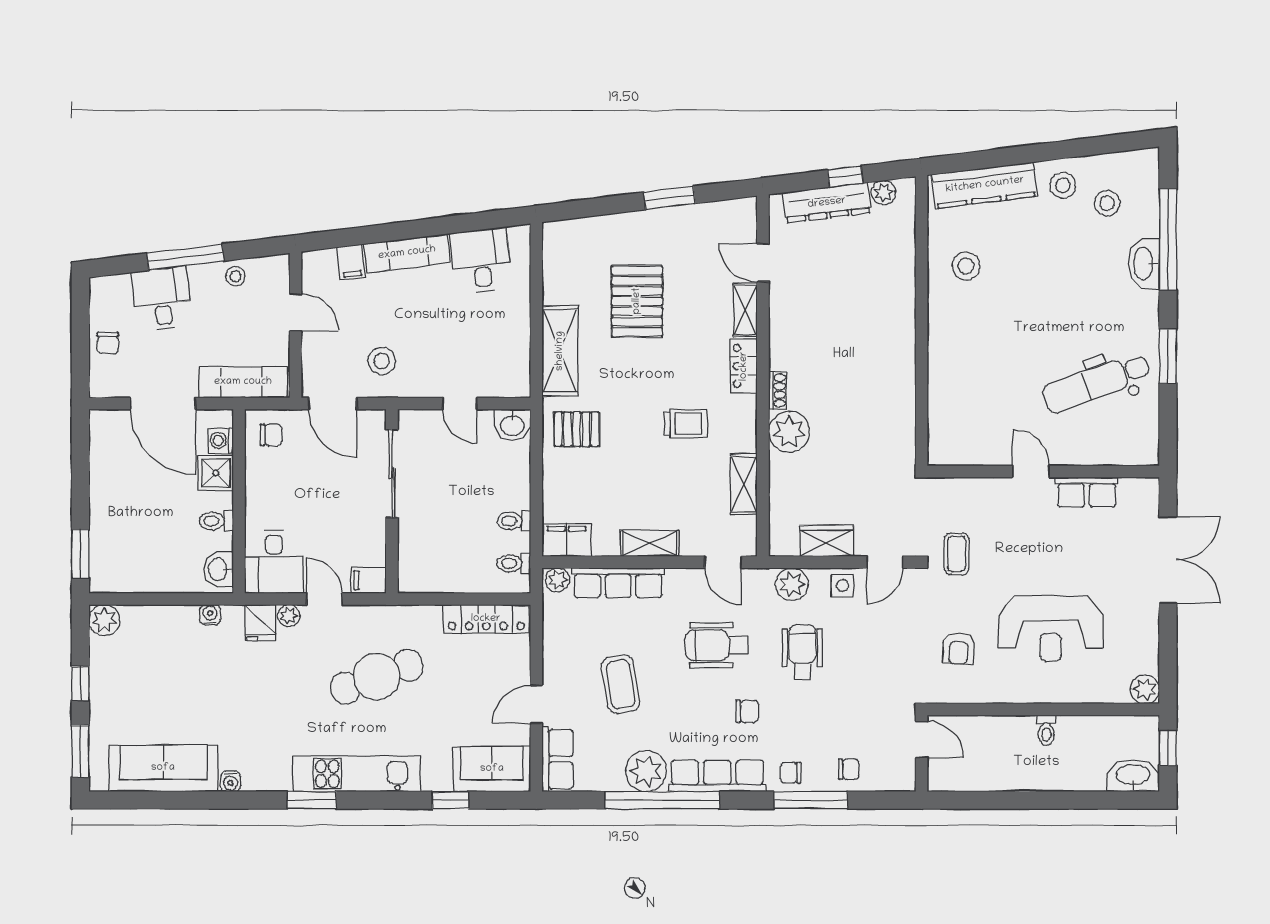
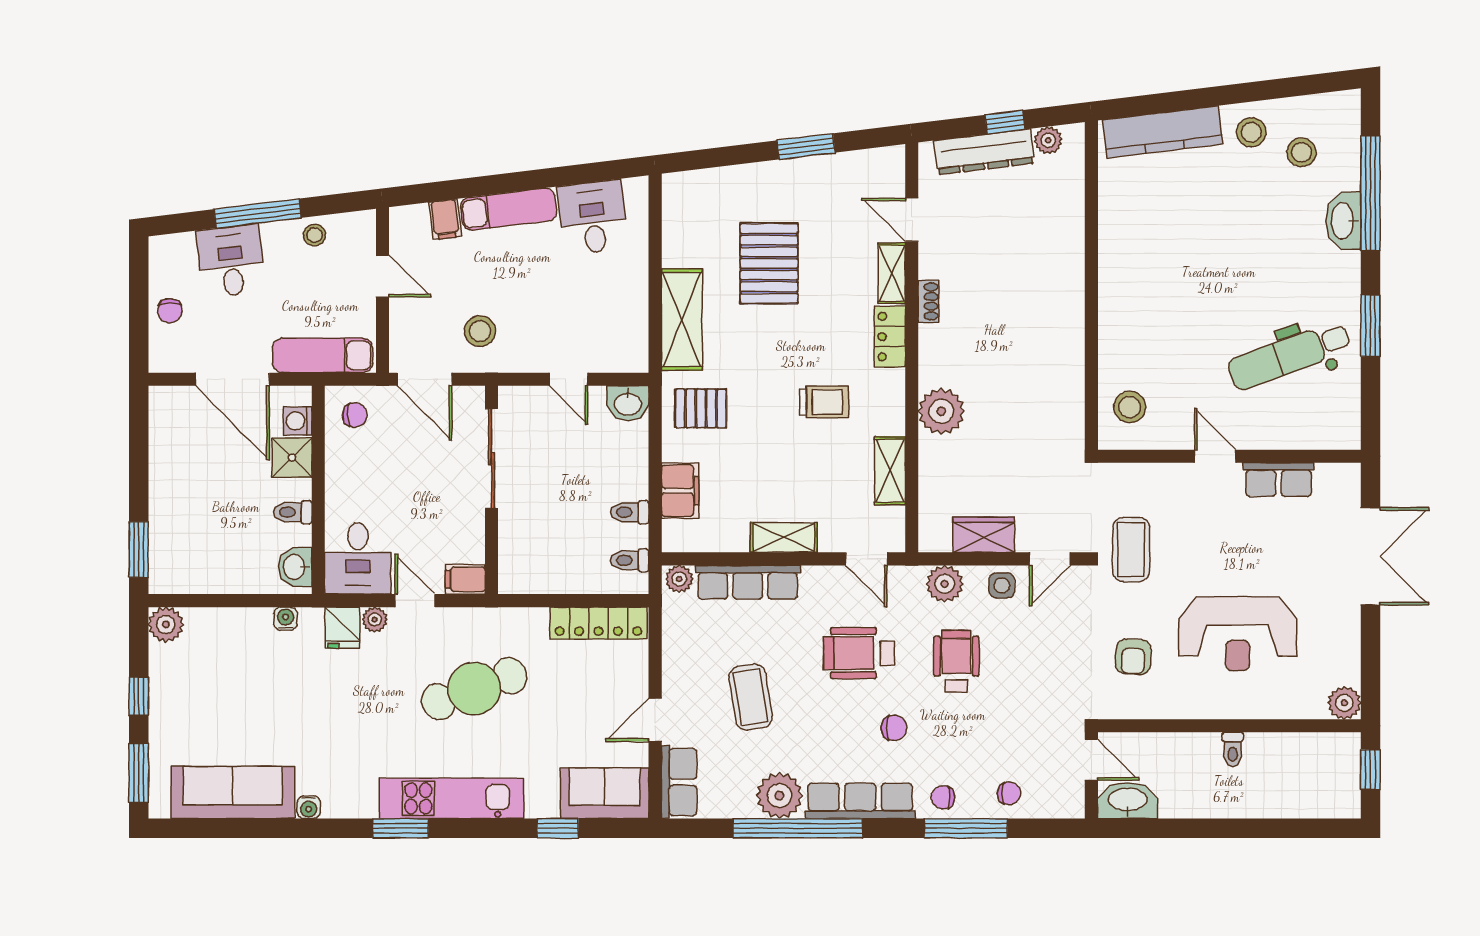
stool: (966, 266) -> (1130, 407), moved
shoe rack: (778, 391) -> (928, 301), moved
filing cabinet: (567, 540) -> (680, 491), moved, turned 90
coffee table: (957, 554) -> (1131, 550), width x1.36, depth x1.30
washbasin: (1133, 775) -> (1128, 800), moved

